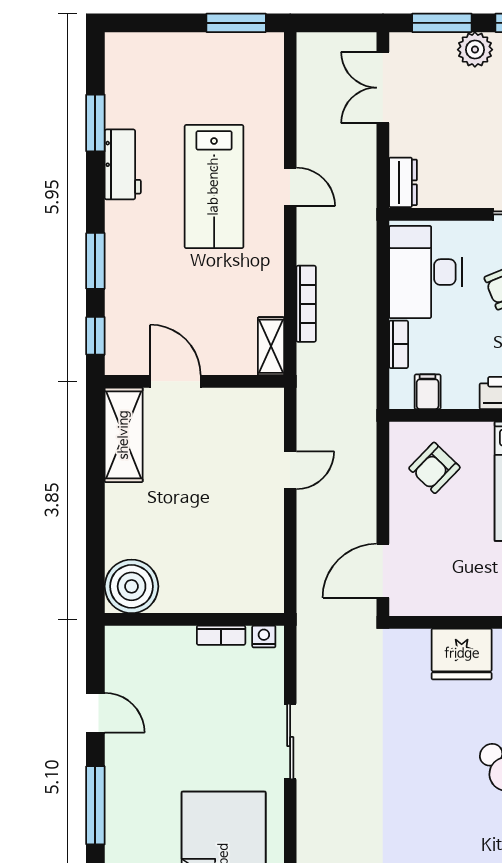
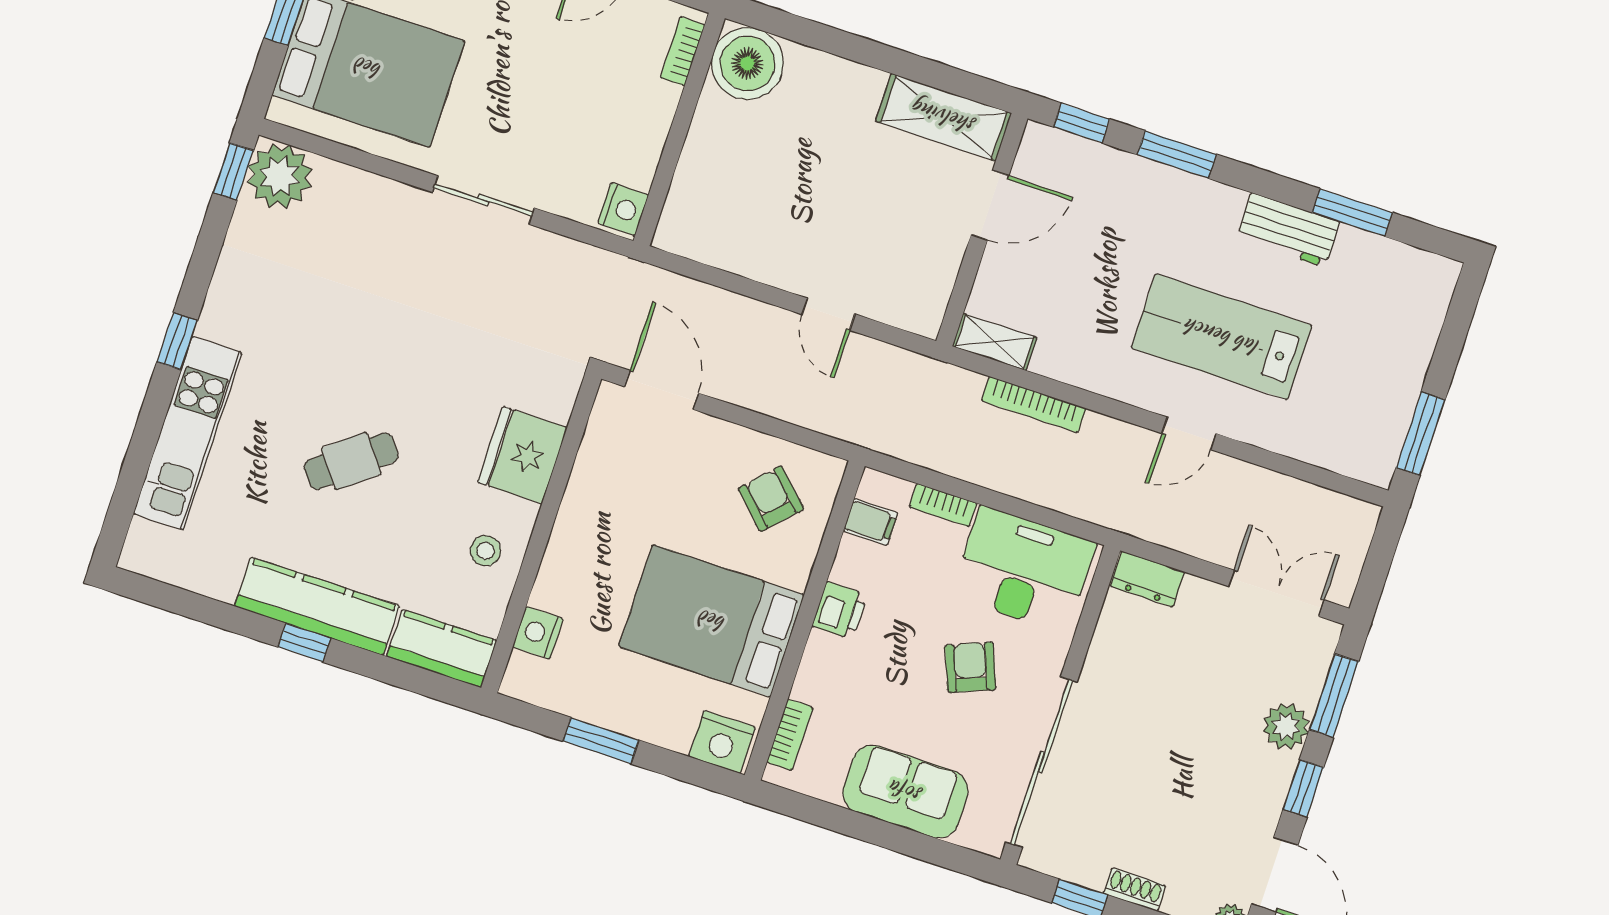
bookcase: (221, 635) -> (683, 51), moved
nightstand: (264, 636) -> (623, 209), width x1.39, depth x1.35

